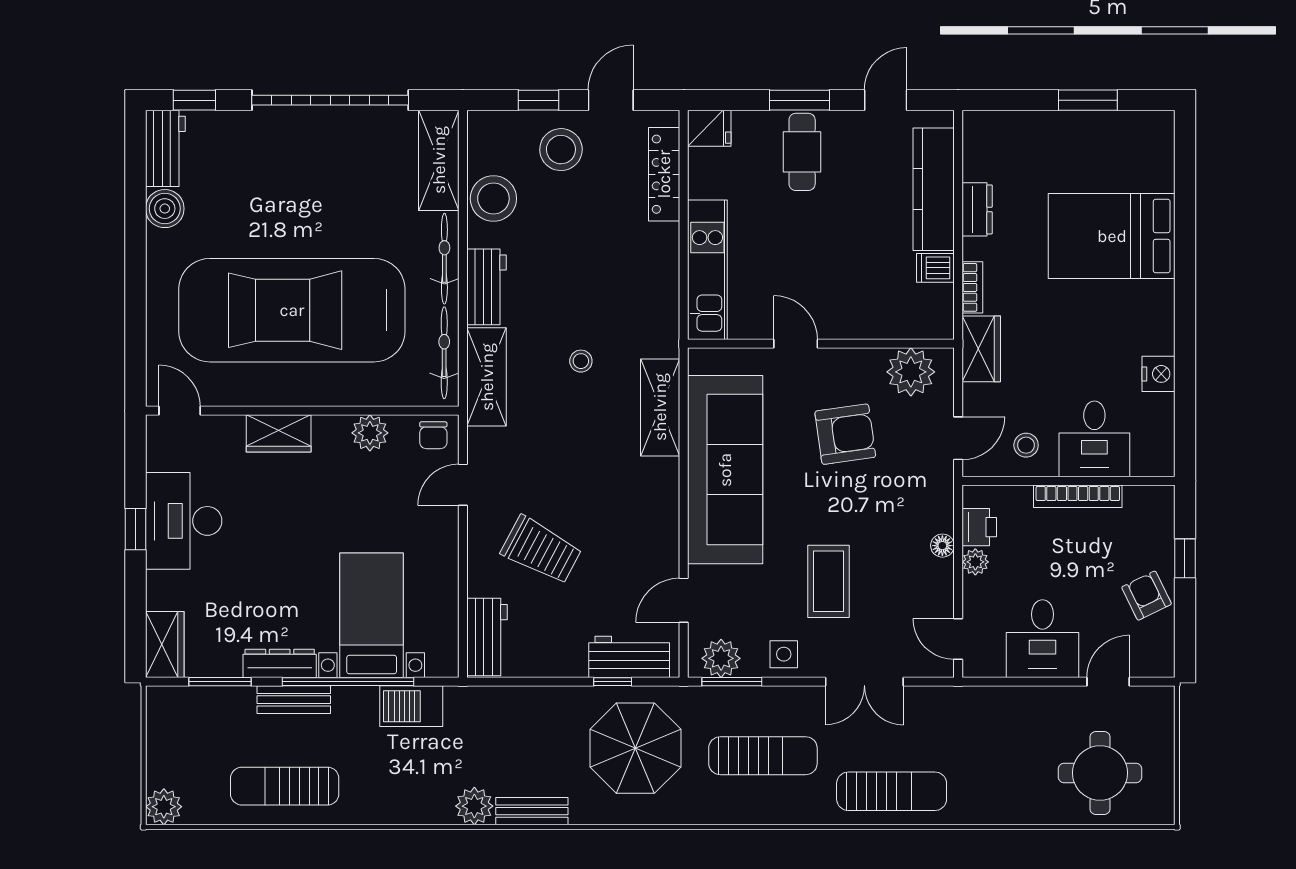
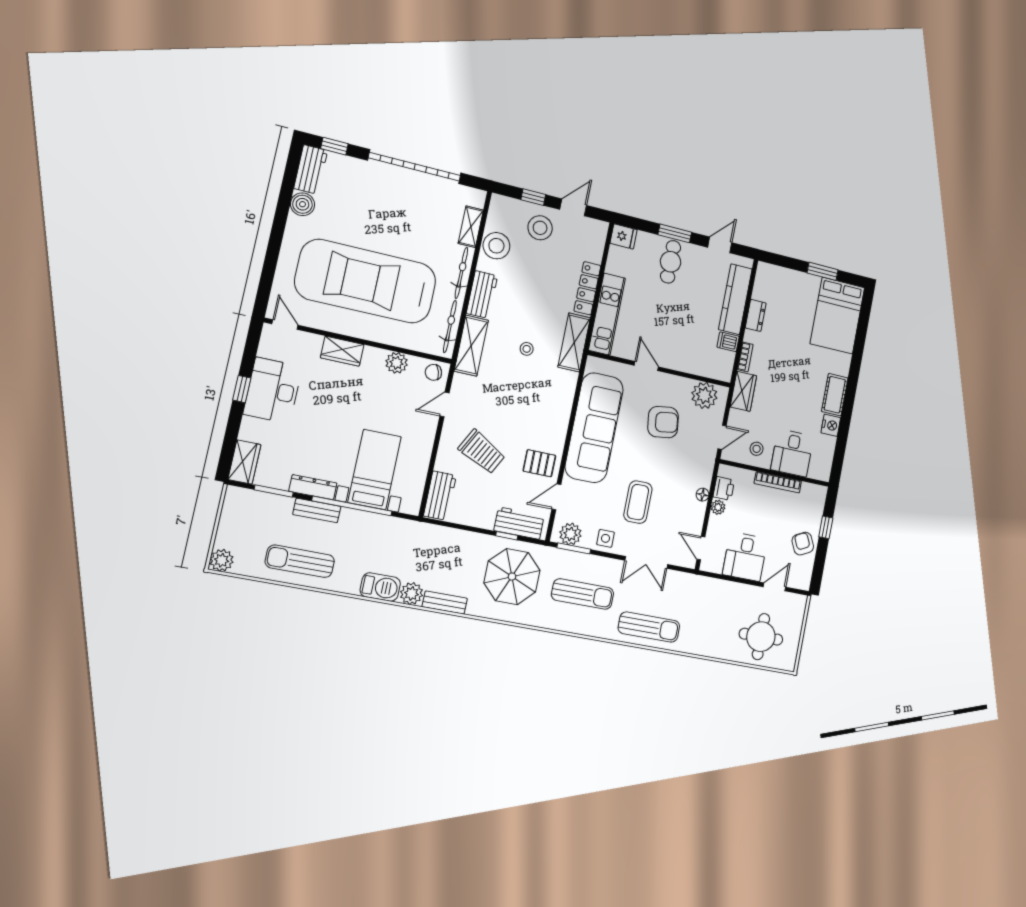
shelving: (439, 160) -> (471, 227), width x0.67, depth x0.75
locker: (664, 174) -> (587, 288), moved
bed: (1112, 236) -> (837, 316), moved, turned -90
cot: (1155, 317) -> (835, 395), added
shelving: (660, 407) -> (574, 342), moved
chair: (433, 435) -> (433, 372), turned 73
pallet: (643, 550) -> (539, 463), added
barbecue: (411, 706) -> (380, 587), moved, turned 180

